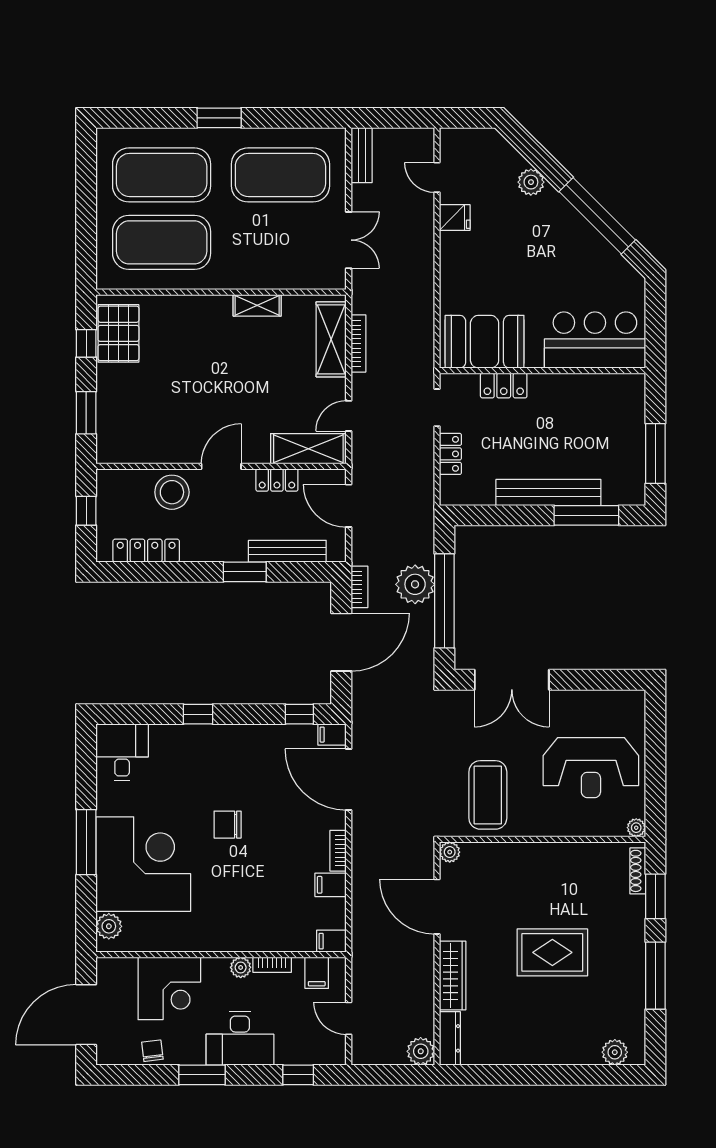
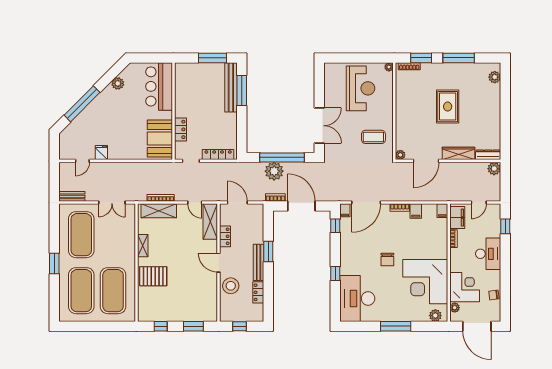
plant: (531, 182) -> (118, 83), moved
window: (597, 216) -> (82, 104), moved
double door: (349, 240) -> (112, 203), swing flipped
pallet: (118, 333) -> (153, 276), moved
locker: (450, 454) -> (218, 155), width x1.53
bench: (548, 493) -> (231, 87), moved
door: (349, 506) -> (237, 203), swing flipped
locker: (146, 551) -> (258, 292), width x0.66
bench: (287, 551) -> (259, 262), moved
desk: (122, 752) -> (357, 298), width x1.87, depth x1.30
coffee table: (488, 795) -> (373, 137), width x0.73, depth x0.76
corner desk: (143, 864) -> (425, 282), moved, turned -90
plant: (241, 967) -> (455, 308), moved
filing cabinet: (317, 973) -> (457, 218), width x2.00
window: (202, 1075) -> (505, 272), removed

